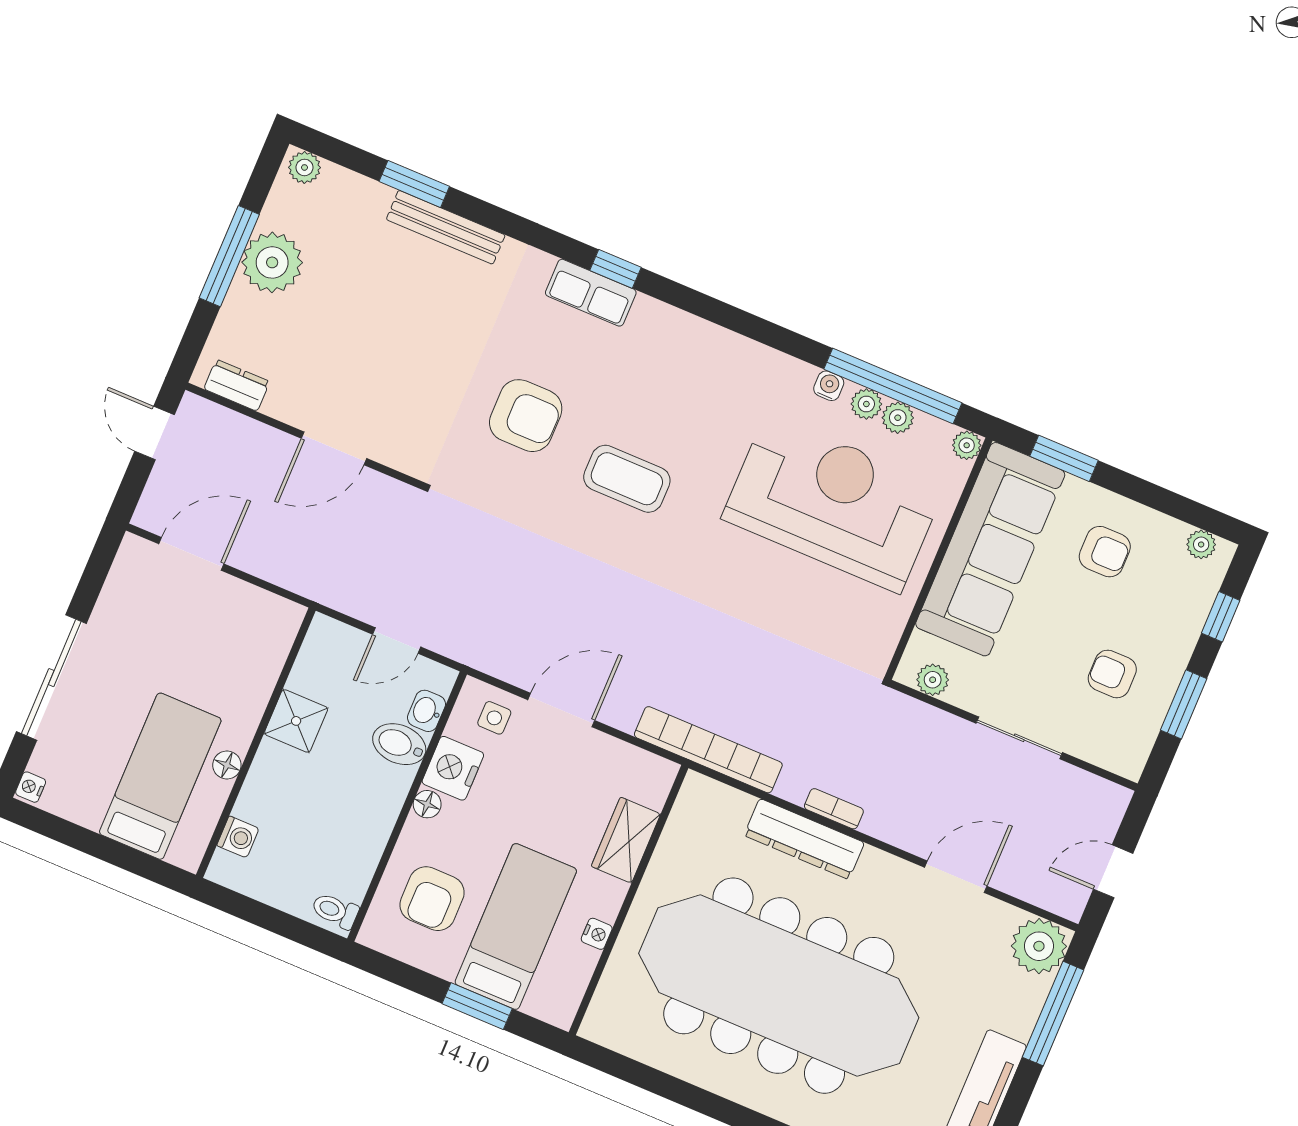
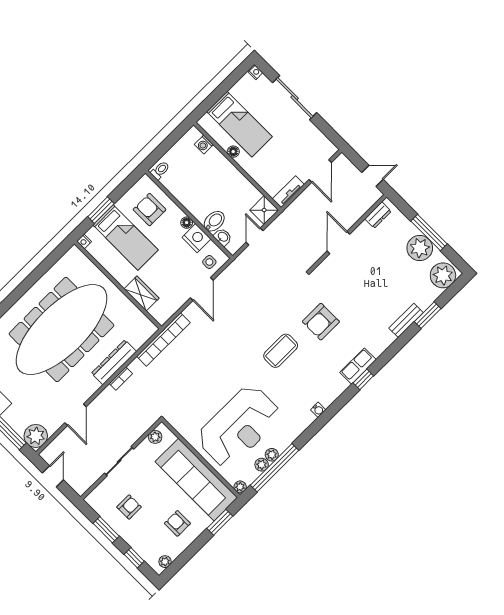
plant: (304, 167) -> (443, 275), width x1.87, depth x1.87
bench: (446, 227) -> (406, 320), width x0.73
water cooler: (829, 386) -> (318, 410), moved
armchair: (1105, 552) -> (177, 523), turned 90
tv unit: (266, 606) -> (288, 192), added
shower: (296, 721) -> (264, 210), moved
nightstand: (597, 934) -> (84, 241), moved

